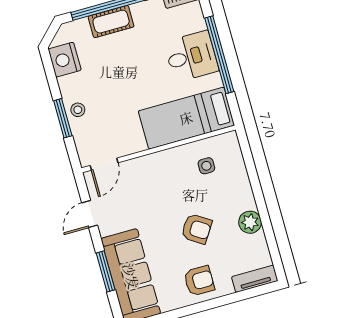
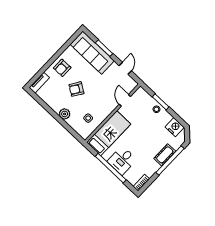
door: (104, 164) -> (125, 100), moved
plant: (250, 222) -> (65, 114), moved

